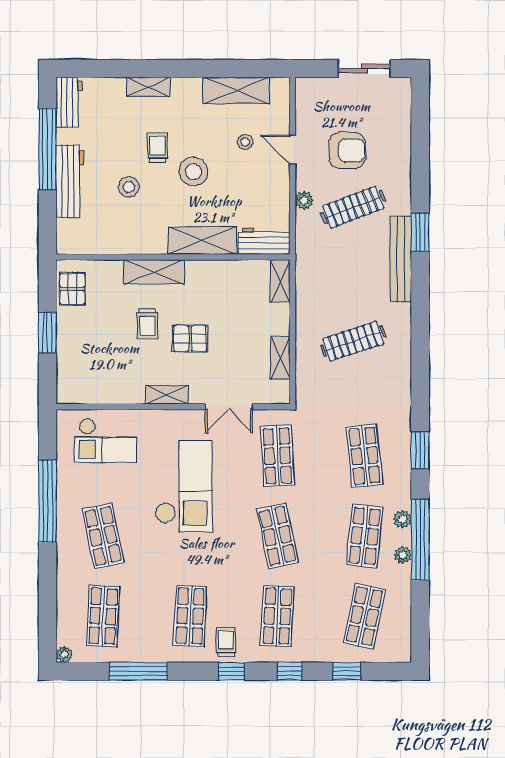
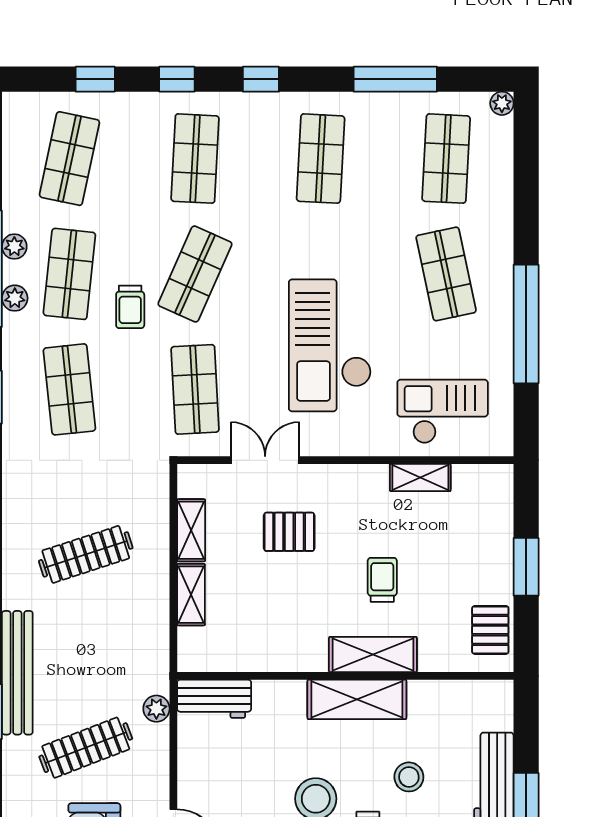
plant: (304, 201) -> (156, 709), moved
shelving: (202, 241) -> (357, 699), moved
shelving: (280, 281) -> (191, 595), moved
pallet: (190, 339) -> (289, 532), moved
shelving: (167, 395) -> (420, 478), moved
shop shelf: (277, 536) -> (195, 274), turned 36
trolley: (226, 642) -> (130, 307), moved

